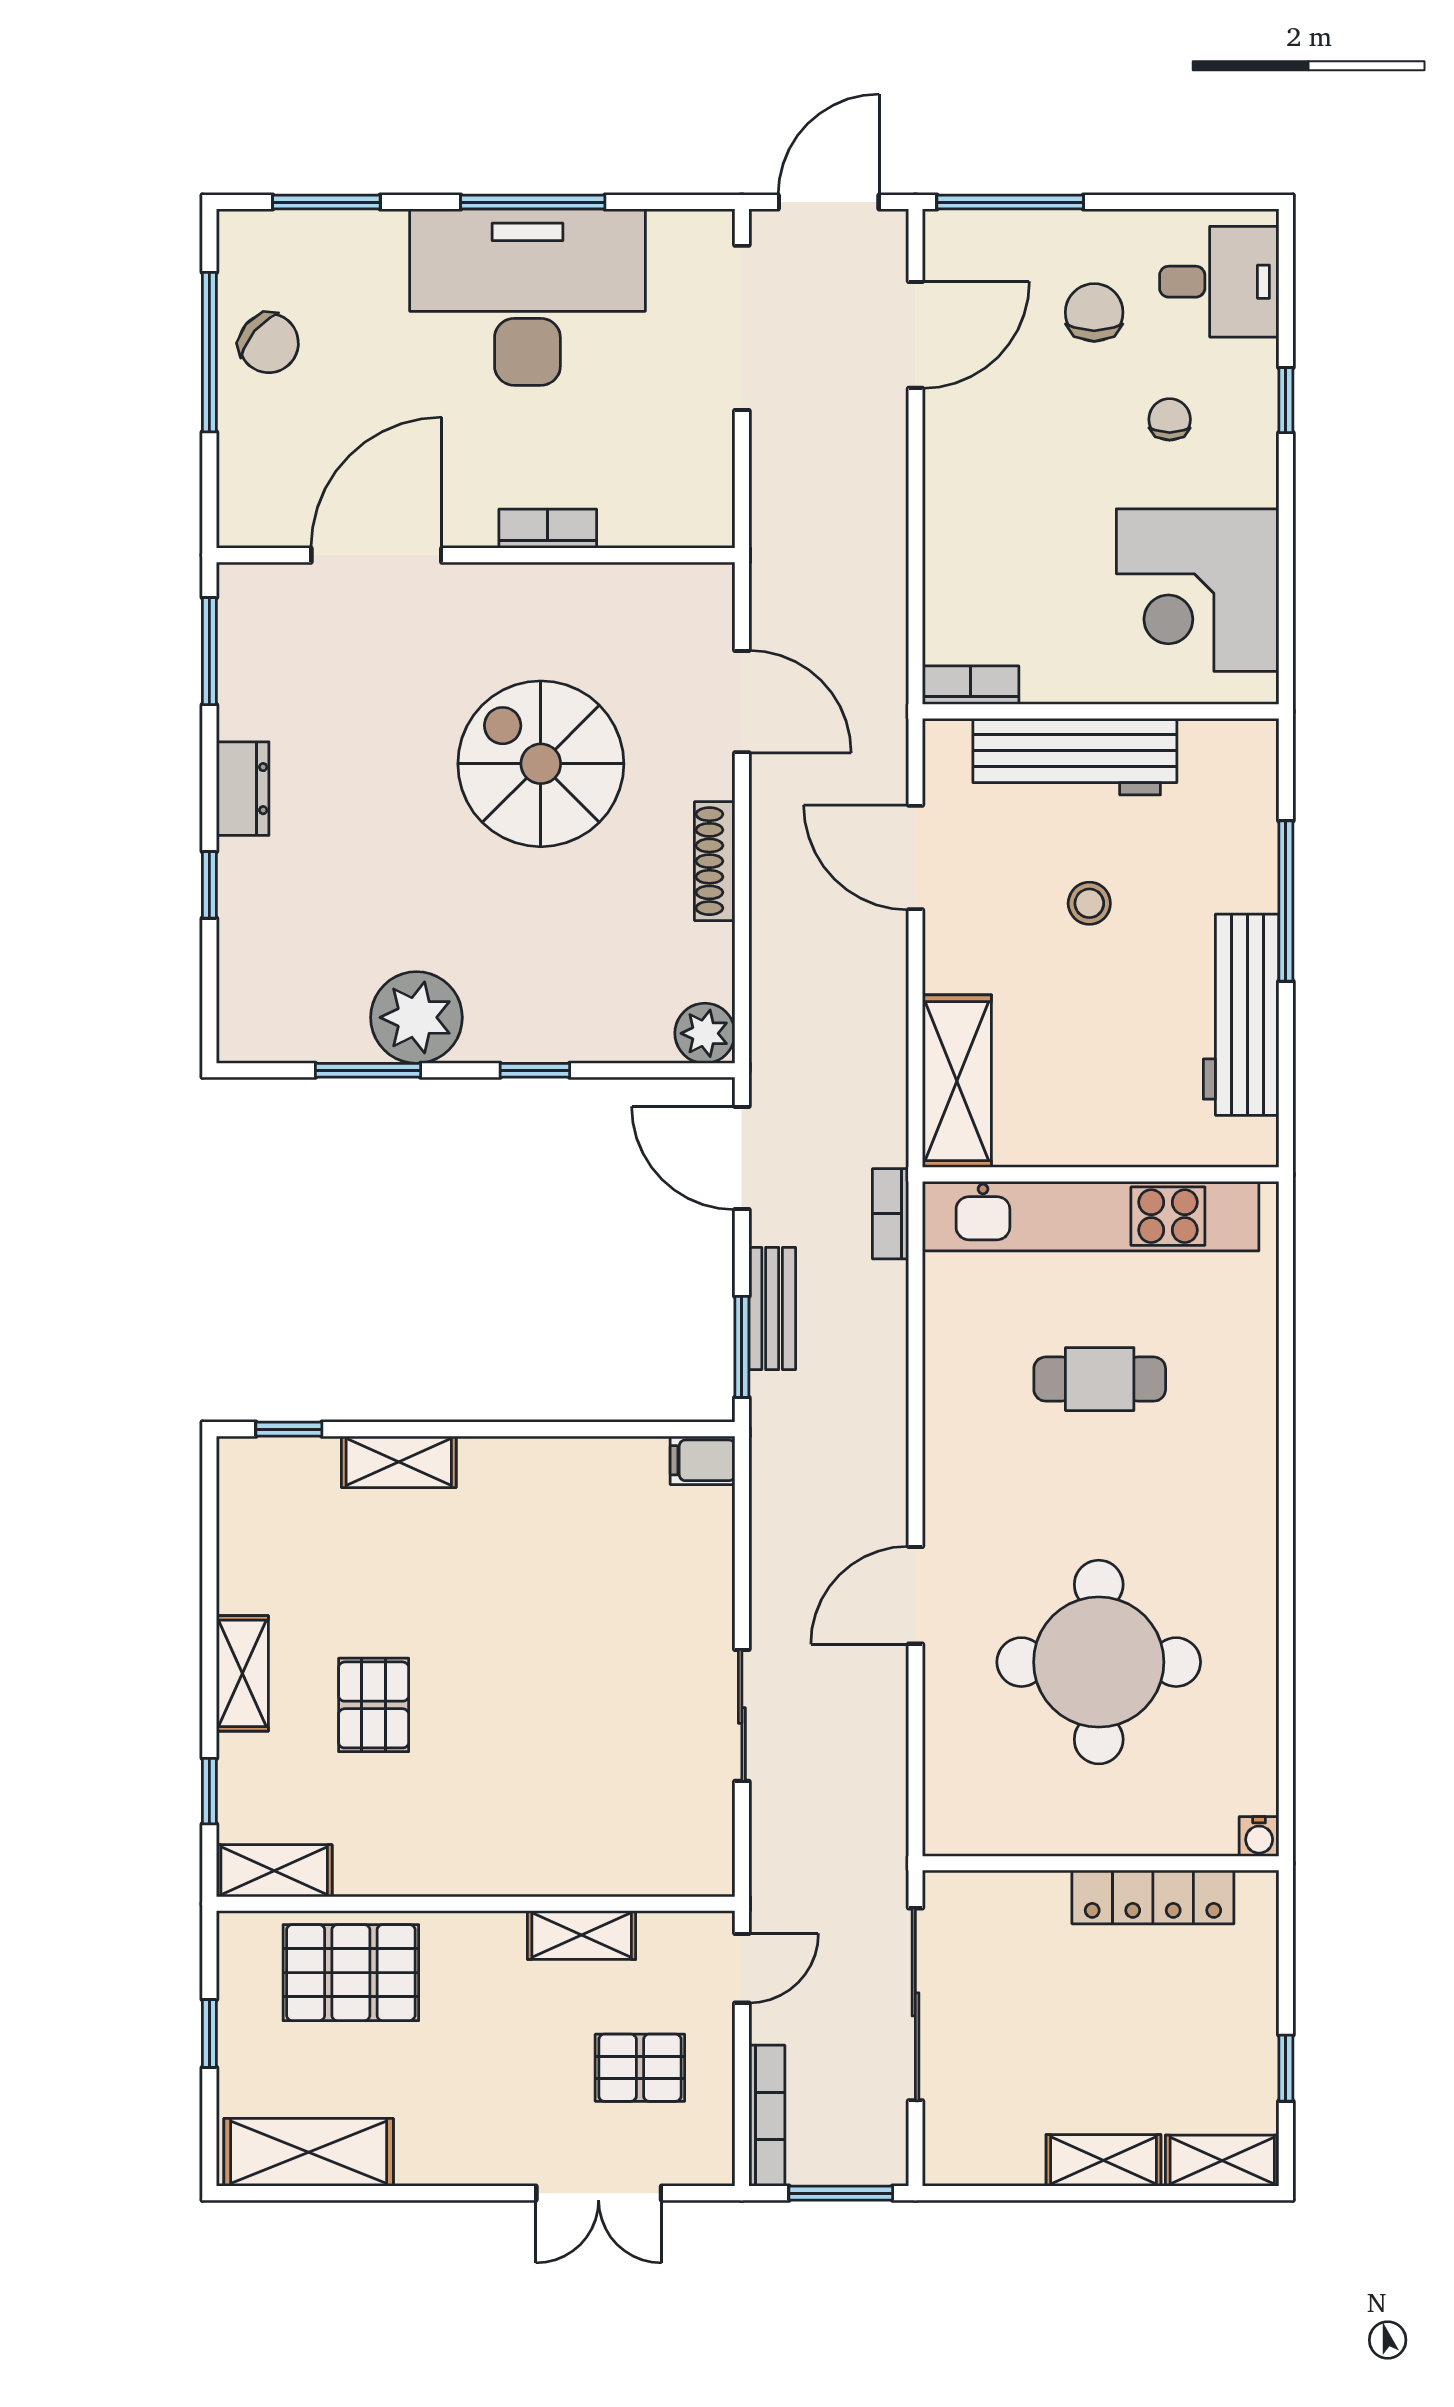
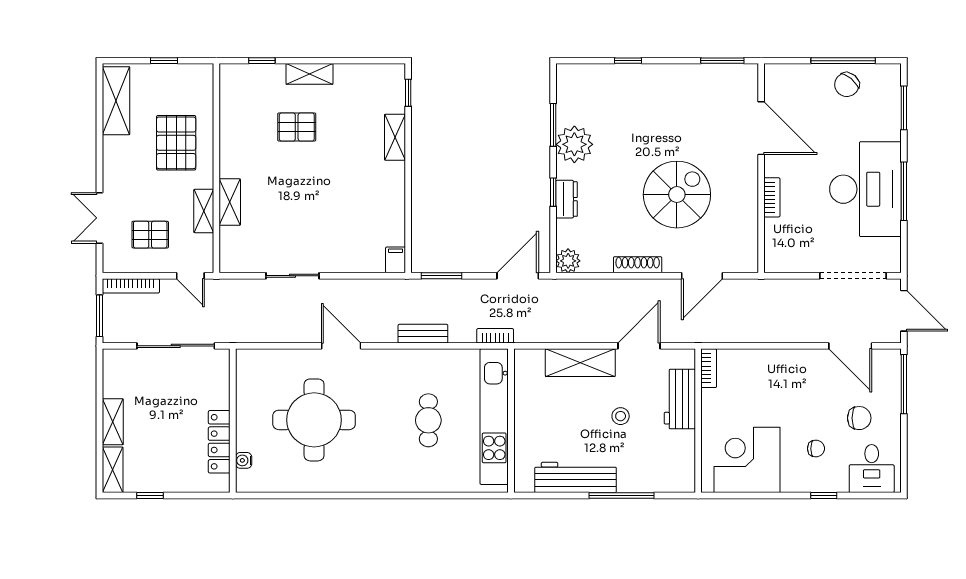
workbench: (1075, 757) -> (680, 399), width x0.73
dresser: (243, 789) -> (567, 199), moved, turned -90
shelving: (957, 1081) -> (580, 363), moved
bench: (772, 1308) -> (423, 334), moved
water cooler: (1259, 1836) -> (244, 460), moved
shelving: (274, 1871) -> (230, 202), moved
pallet: (351, 1973) -> (176, 143), moved
pallet: (640, 2068) -> (150, 235), turned 90

